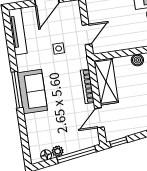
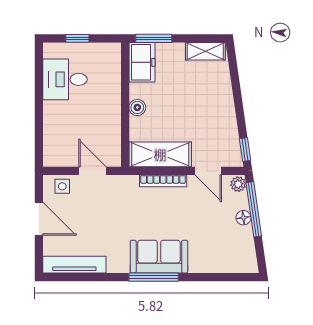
side table: (59, 49) -> (62, 186), moved
plant: (58, 151) -> (238, 184), moved
floor lamp: (46, 155) -> (243, 218), moved

